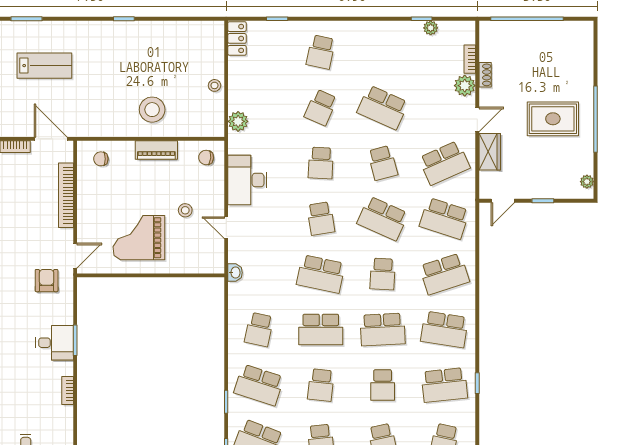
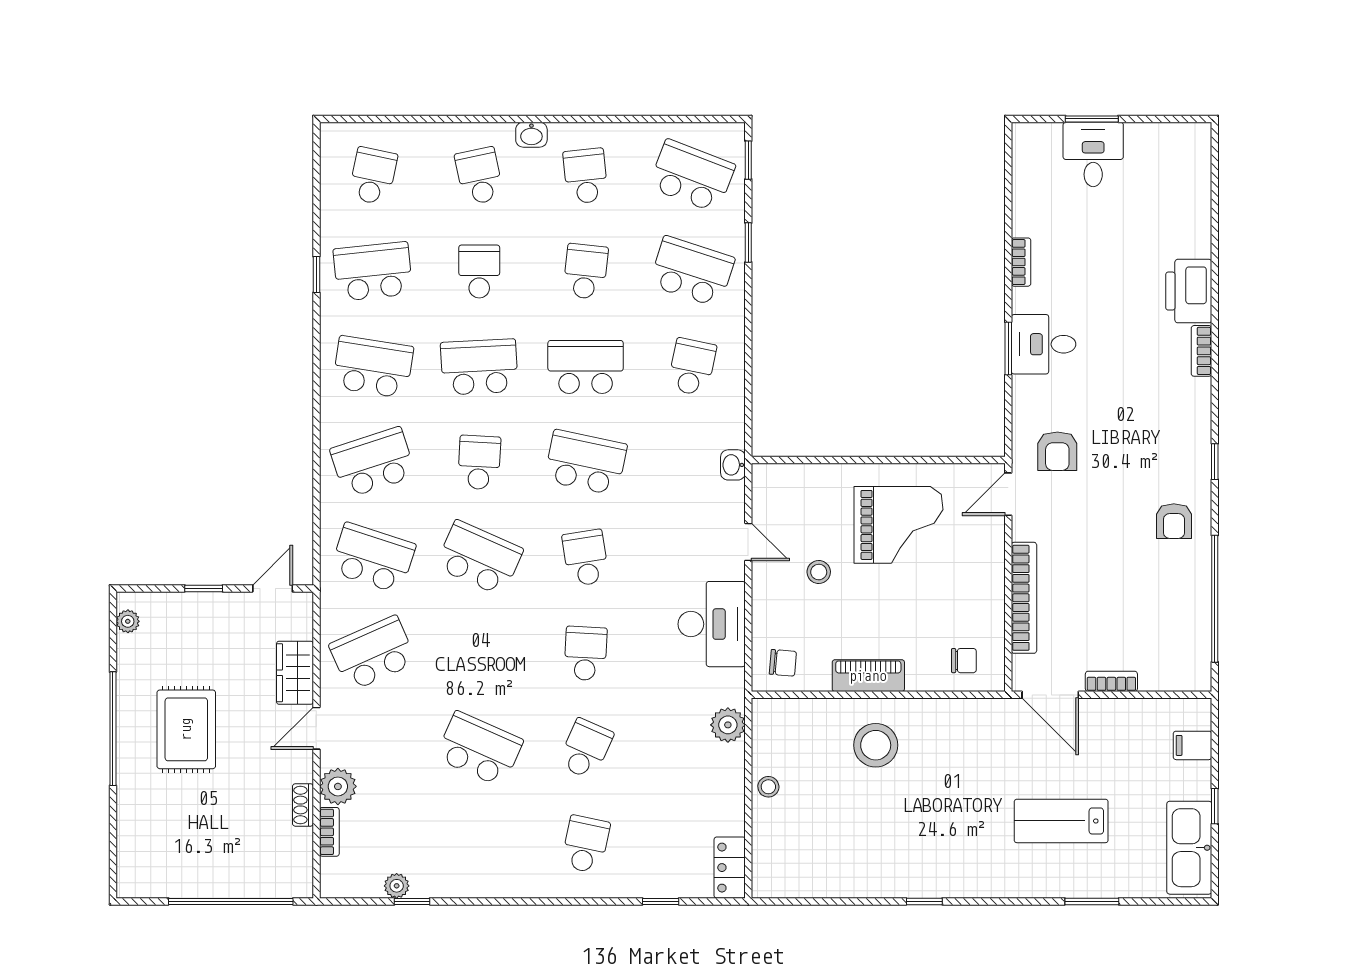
rug: (553, 119) -> (186, 729), turned 90
school desk: (383, 163) -> (479, 653), removed

